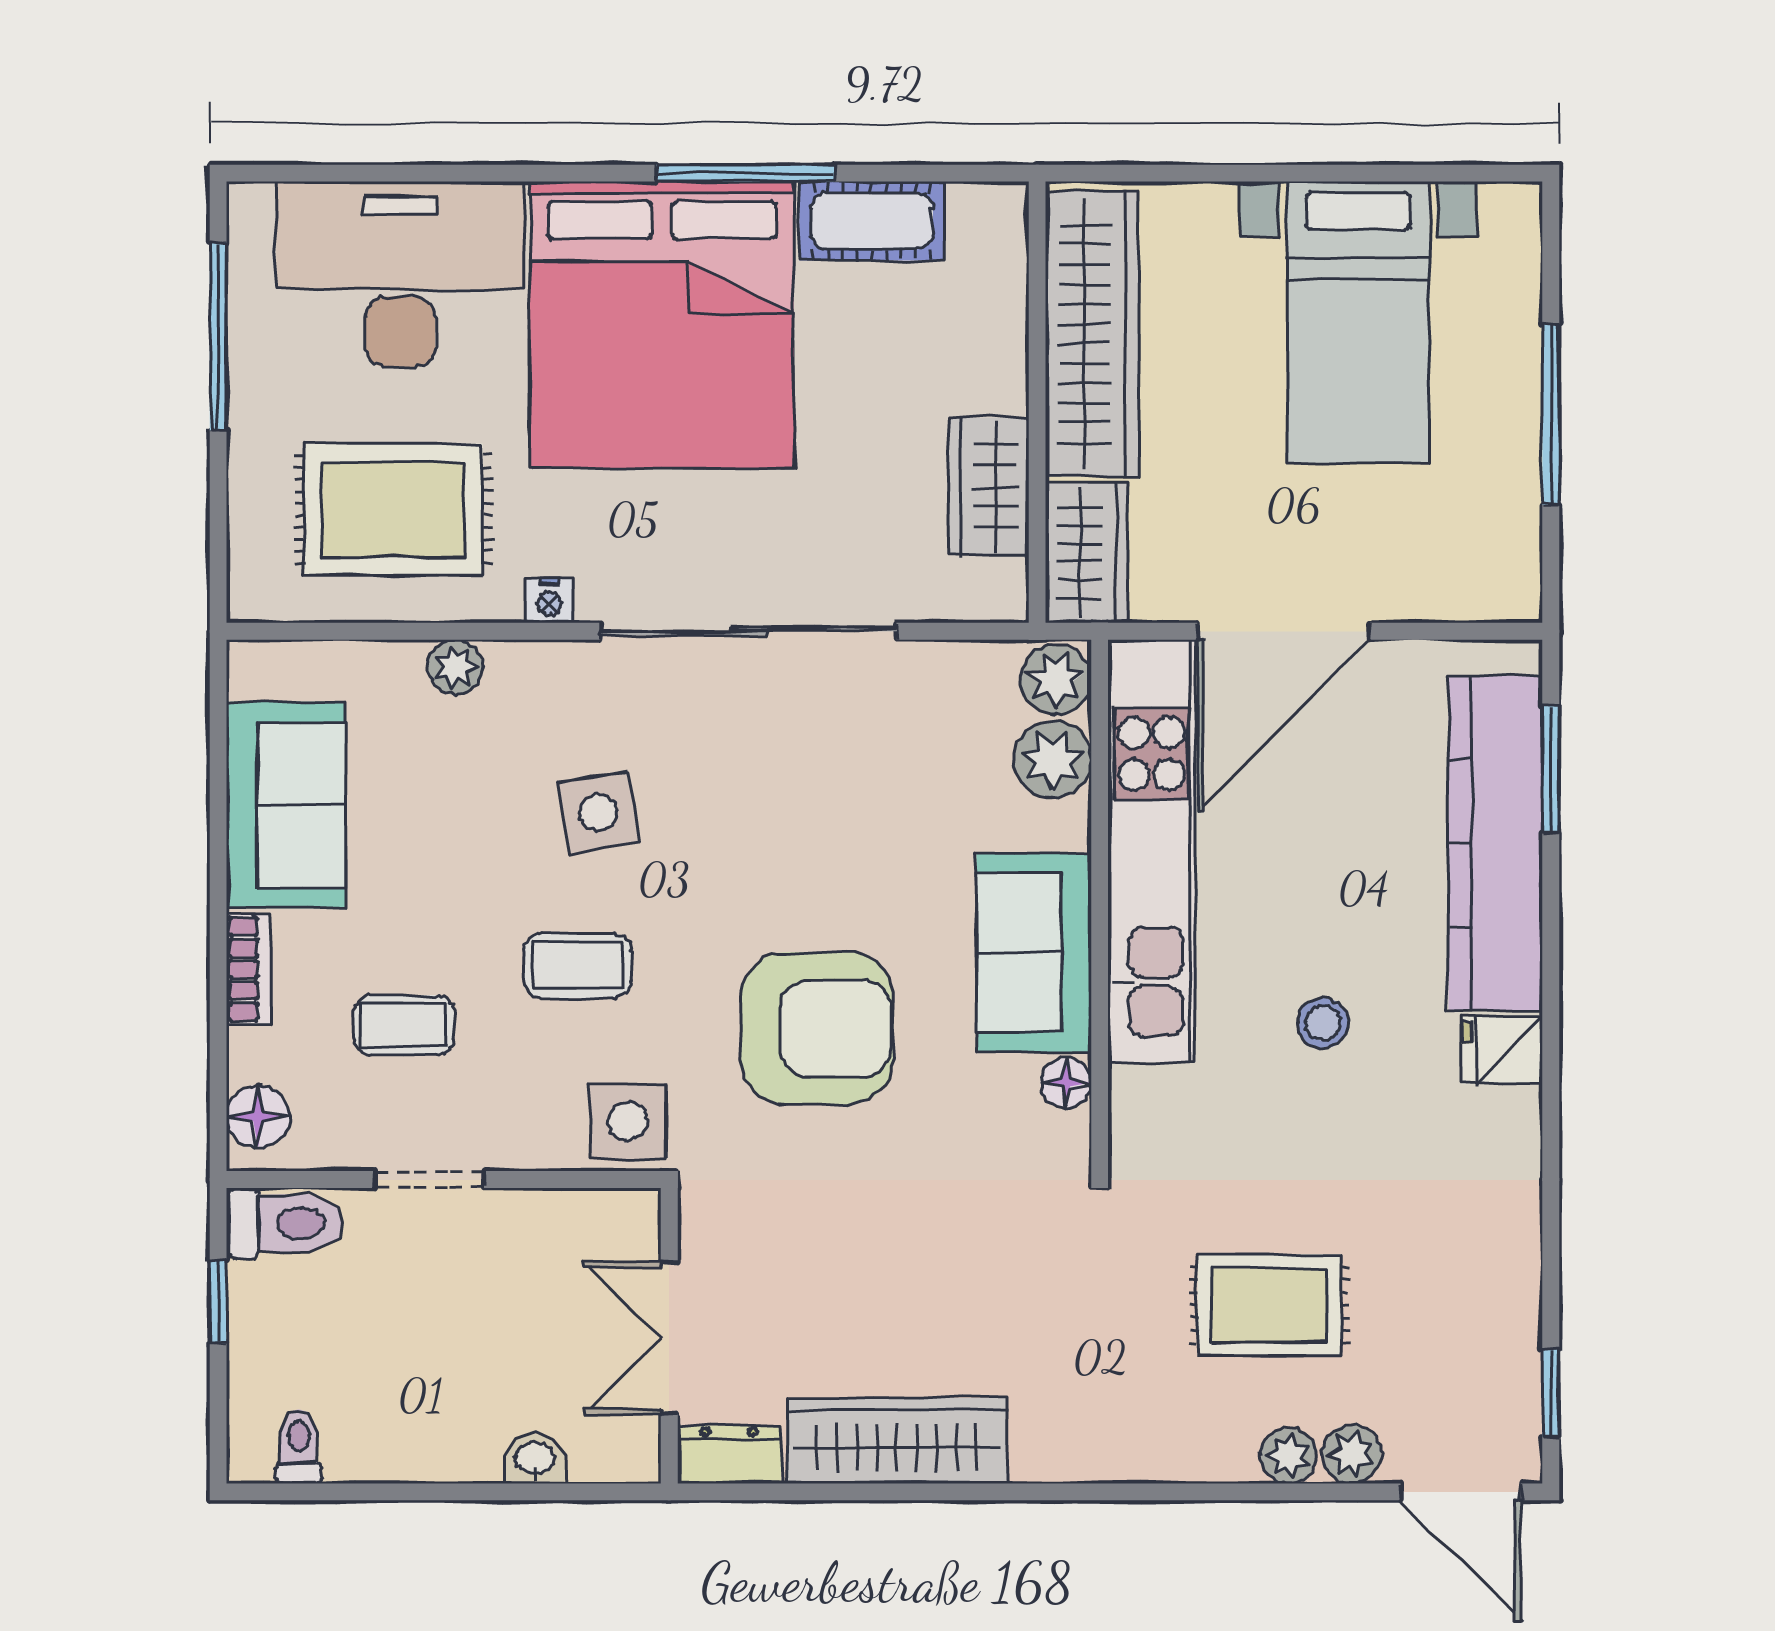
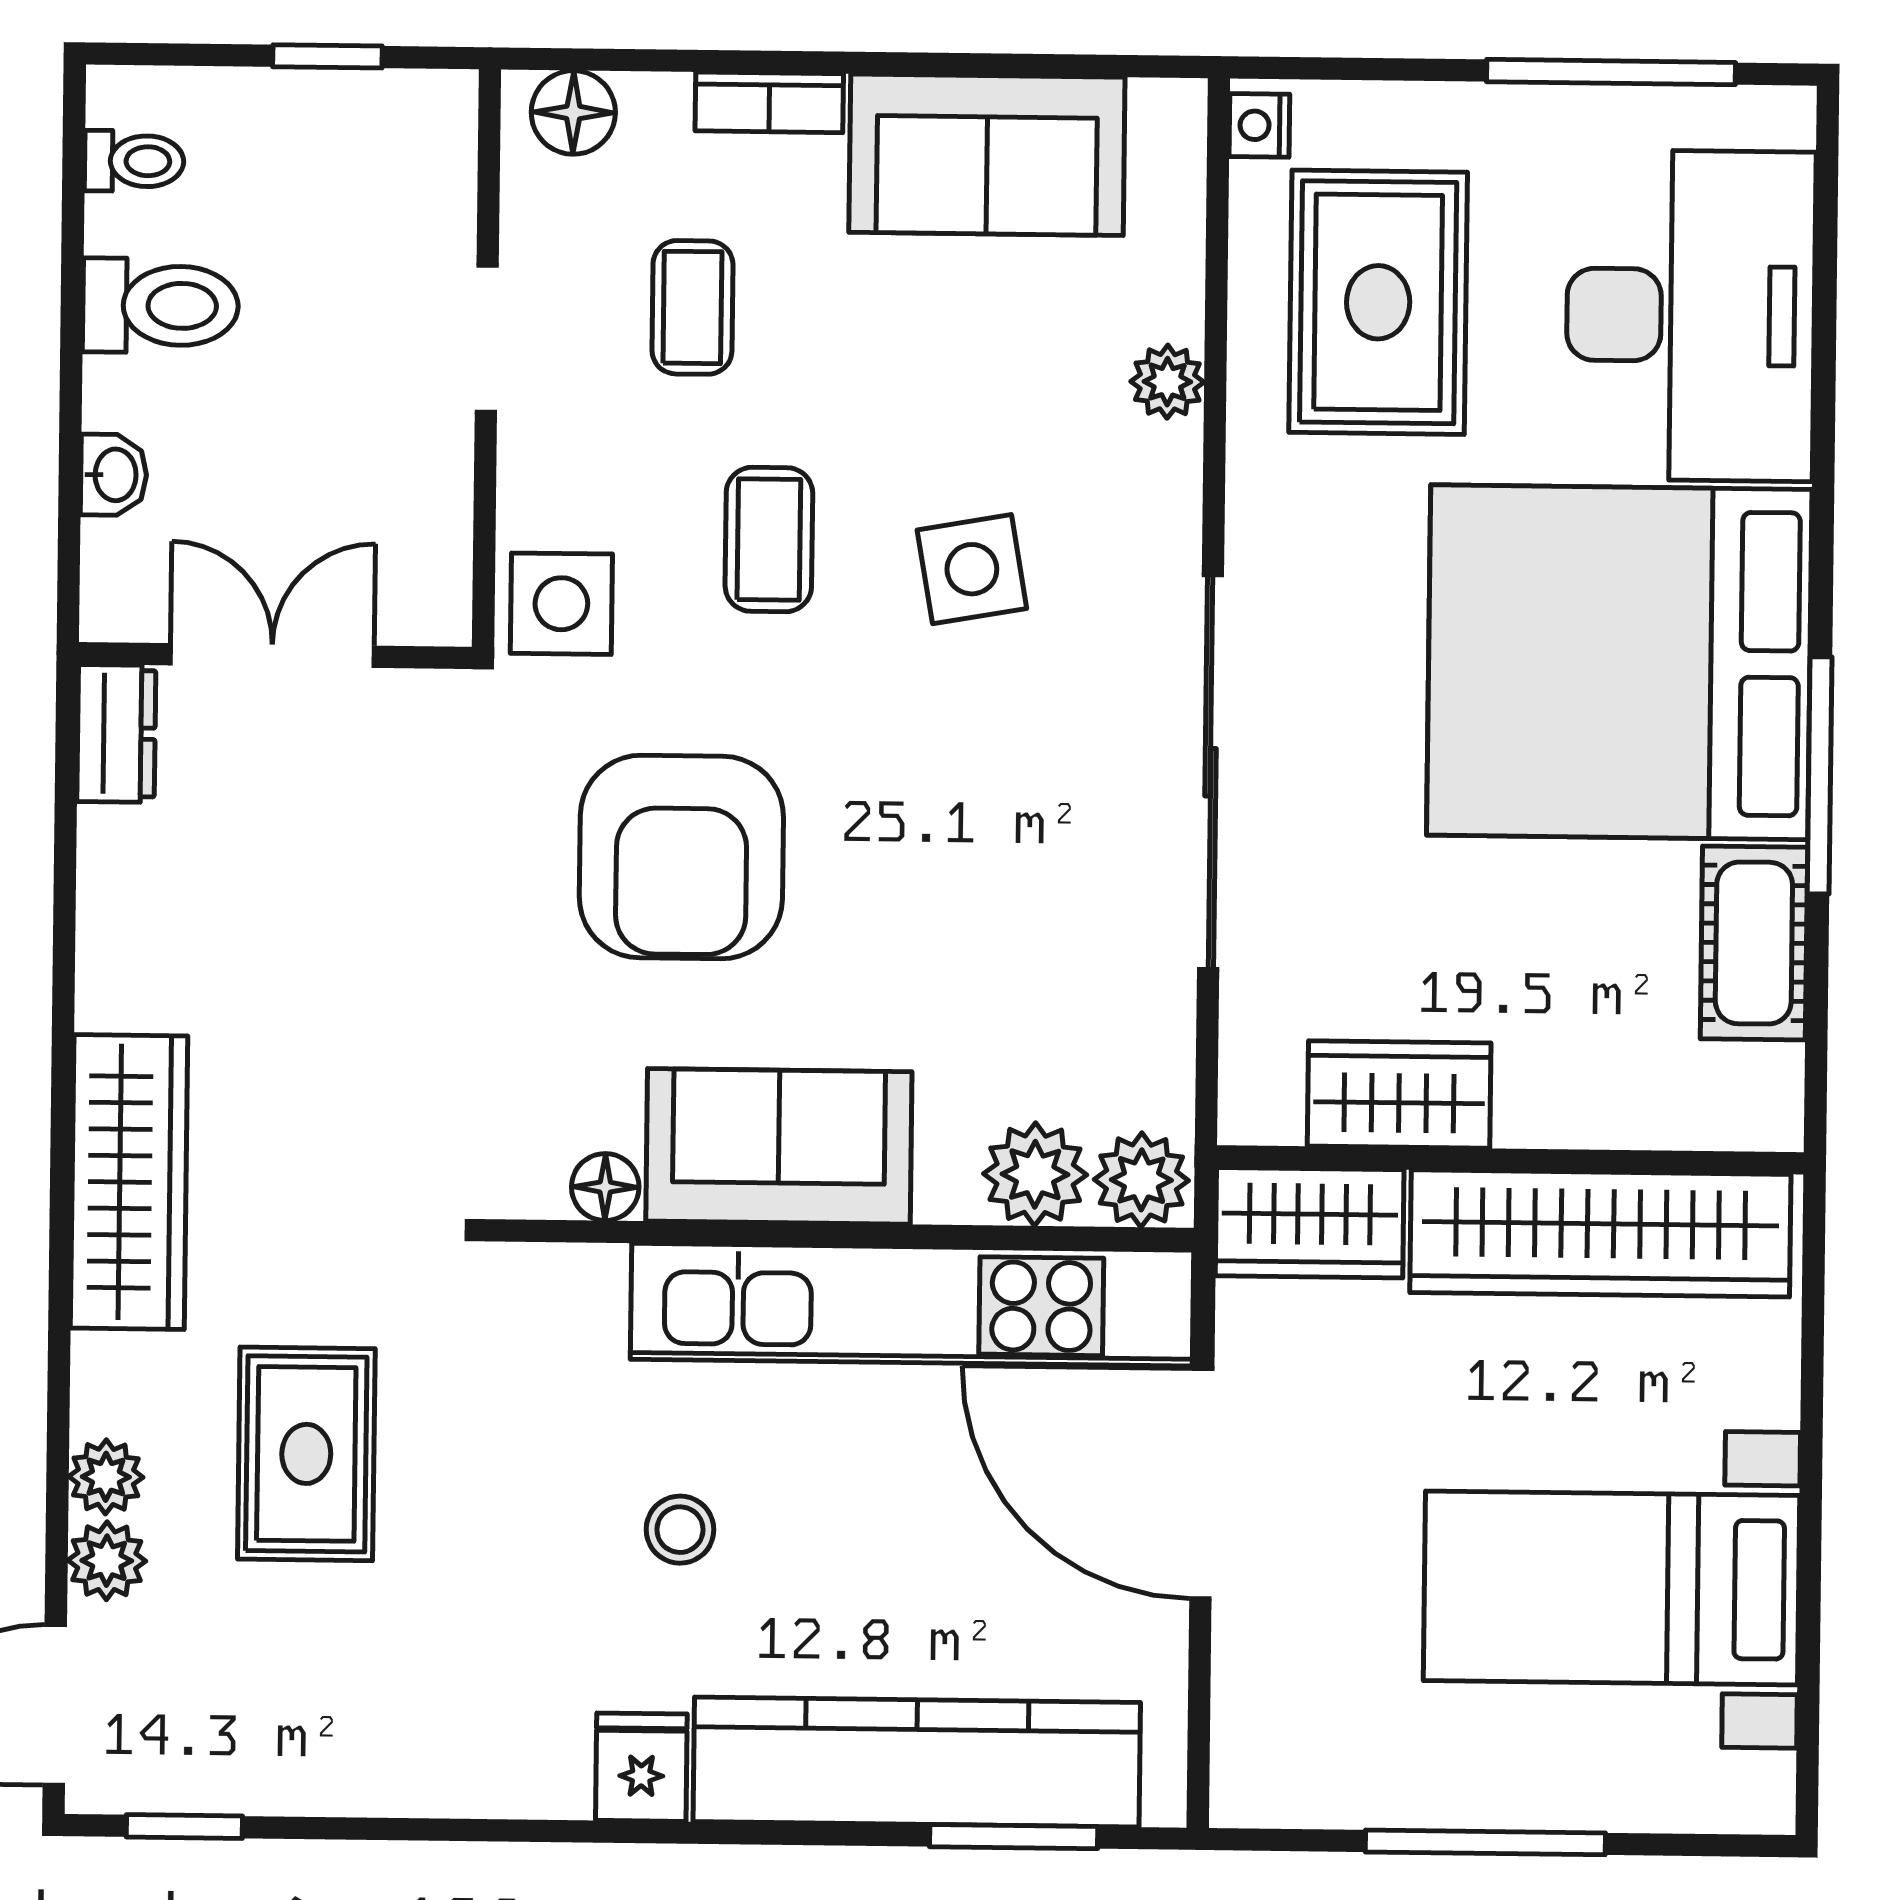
nightstand: (549, 600) -> (1259, 125), moved
toilet: (285, 1223) -> (160, 306), moved, turned -90
wardrobe: (897, 1441) -> (129, 1182), moved

